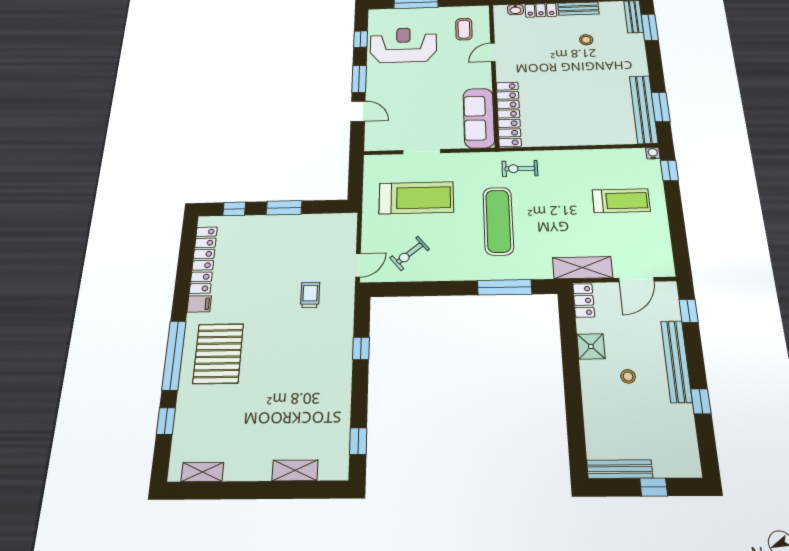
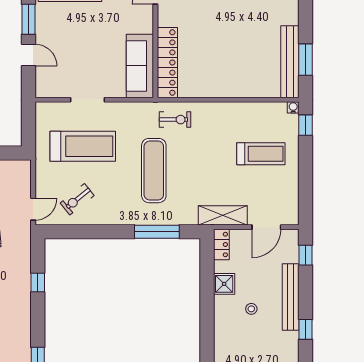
exercise bike: (520, 169) -> (175, 120), turned 180

